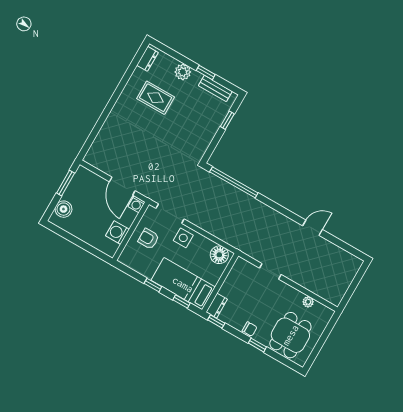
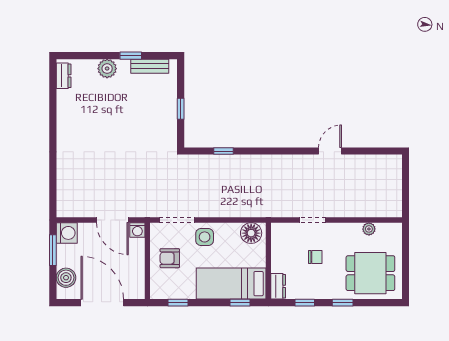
rug: (156, 98) -> (95, 111), removed
window: (227, 120) -> (181, 109), moved
window: (234, 182) -> (224, 151), width x0.32
washing machine: (117, 233) -> (67, 233), moved, turned 180
door: (80, 243) -> (102, 303), added
window: (153, 285) -> (178, 303), moved
window: (216, 321) -> (305, 303), moved
chair: (250, 329) -> (315, 257), moved
dining table: (290, 335) -> (370, 273), turned 90

